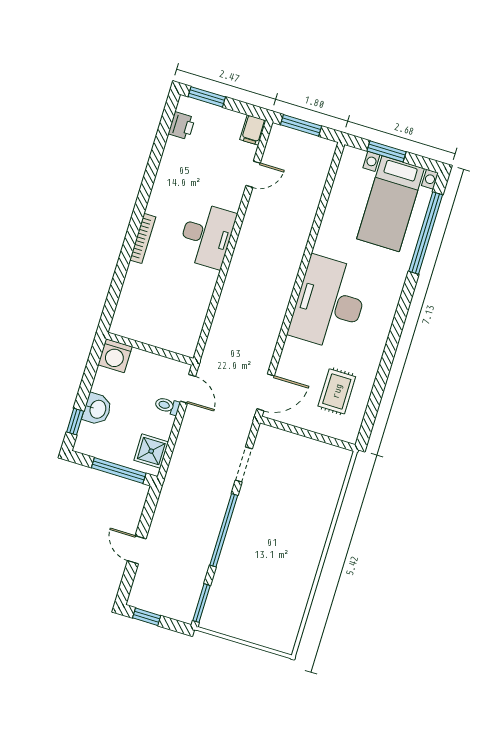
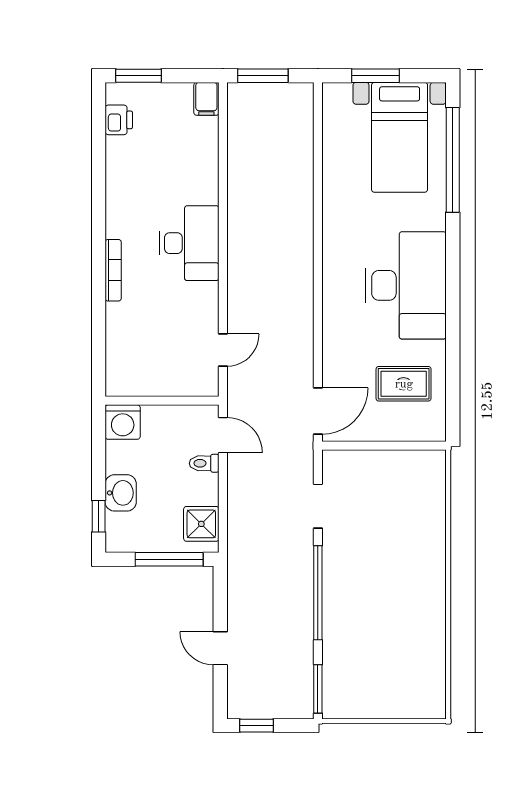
door: (253, 174) -> (223, 350), moved
desk: (329, 303) -> (406, 285), moved, turned 180
rug: (337, 391) -> (404, 384), turned 90

